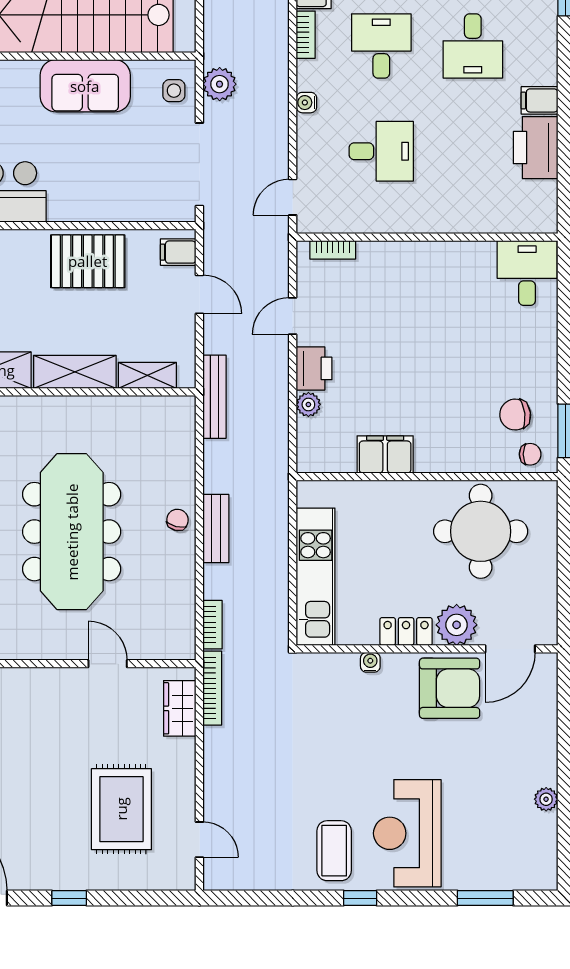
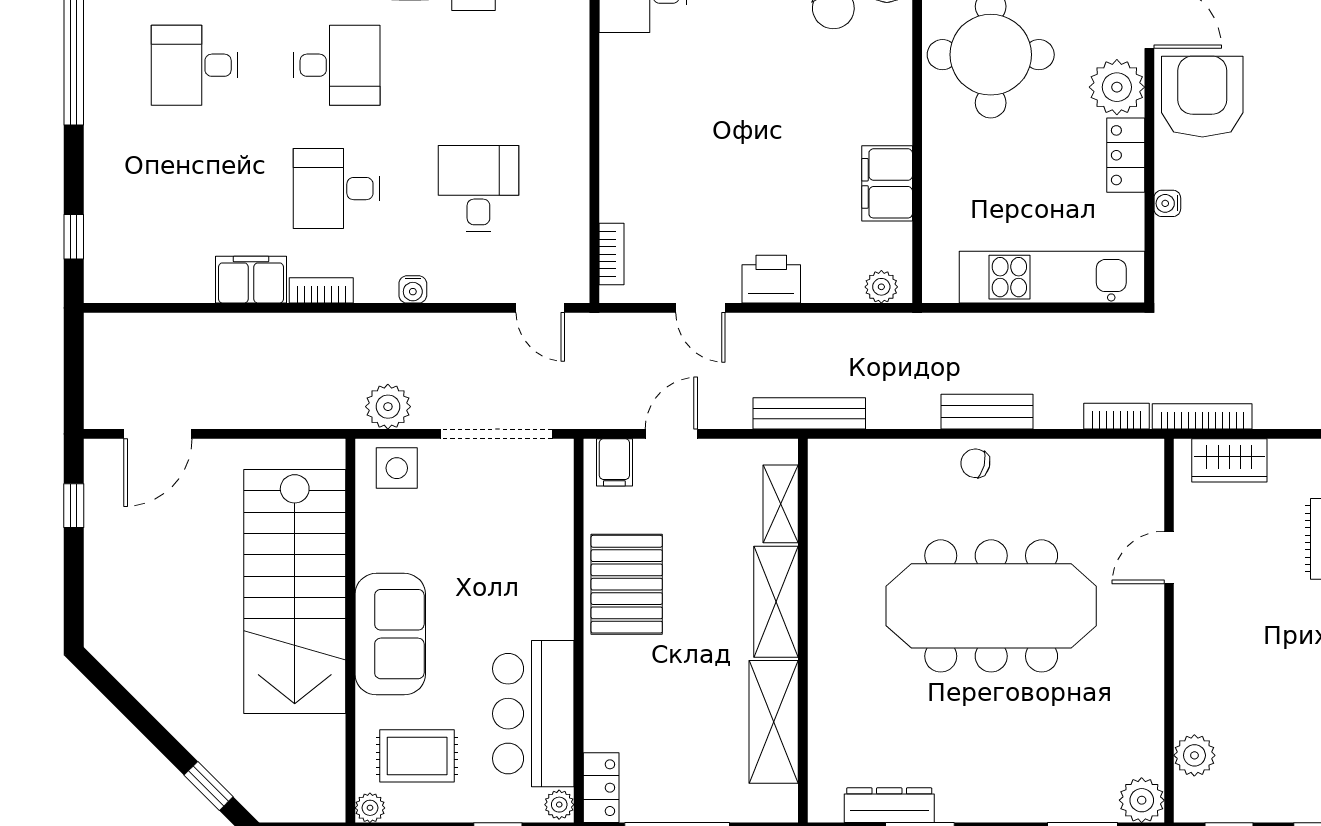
sofa: (85, 86) -> (390, 634), moved
side table: (174, 91) -> (397, 468), width x1.37, depth x1.37
plant: (308, 404) -> (881, 287), moved

